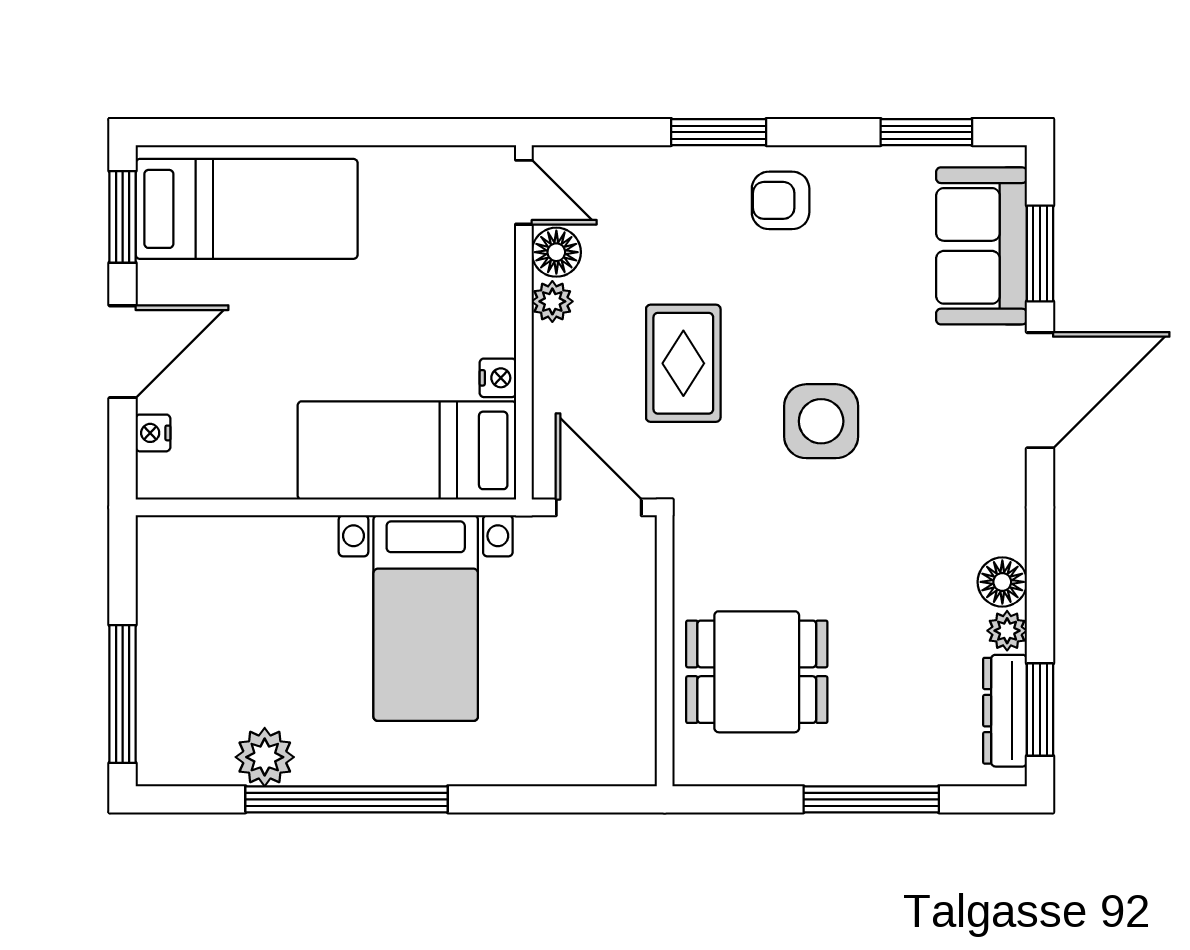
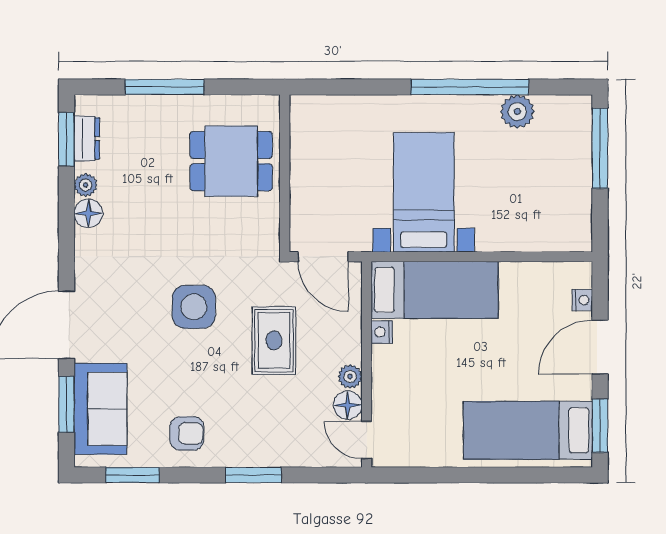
armchair: (781, 200) -> (187, 433), moved
dresser: (1005, 711) -> (87, 139), width x0.70

